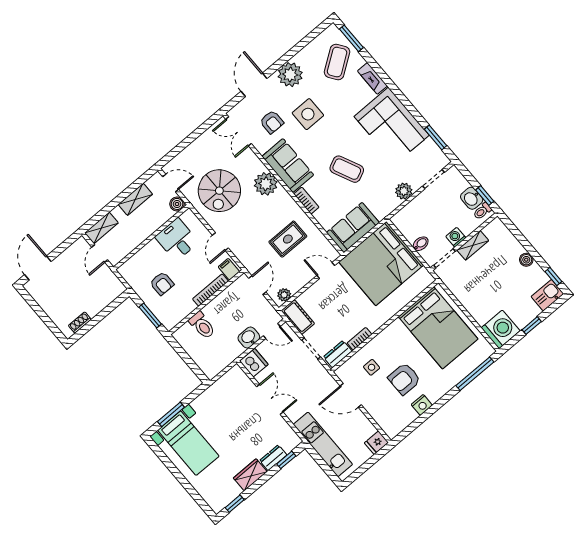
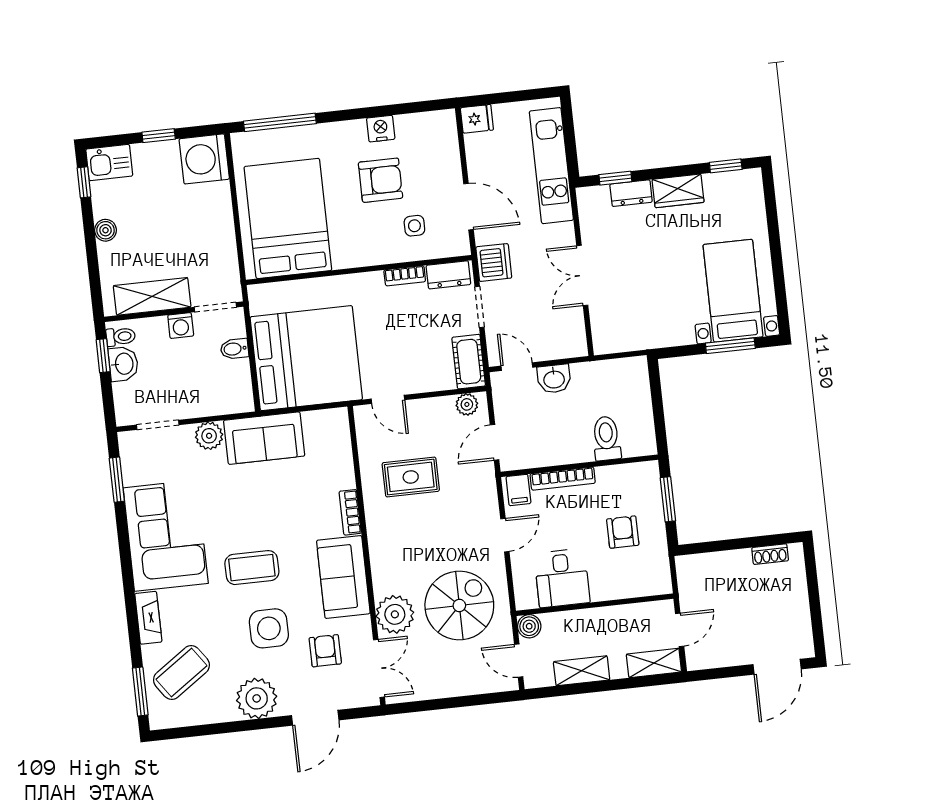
coffee table: (347, 169) -> (252, 568), moved, turned -65
plant: (266, 184) -> (395, 614), moved
sofa: (353, 228) -> (264, 438), moved
shelving: (473, 245) -> (152, 296), width x1.50, depth x1.33
dishwasher: (254, 363) -> (494, 262), moved, turned 180

